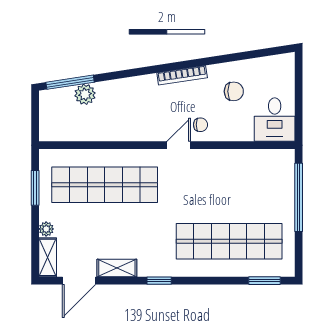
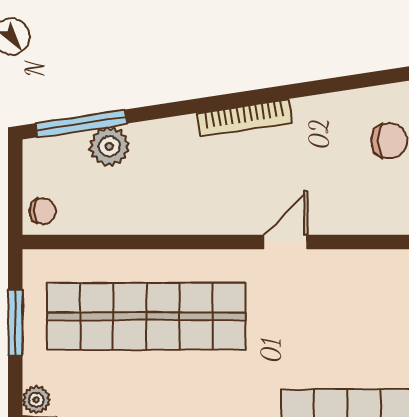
bookcase: (182, 75) -> (244, 118), moved
chair: (200, 125) -> (43, 211), moved

